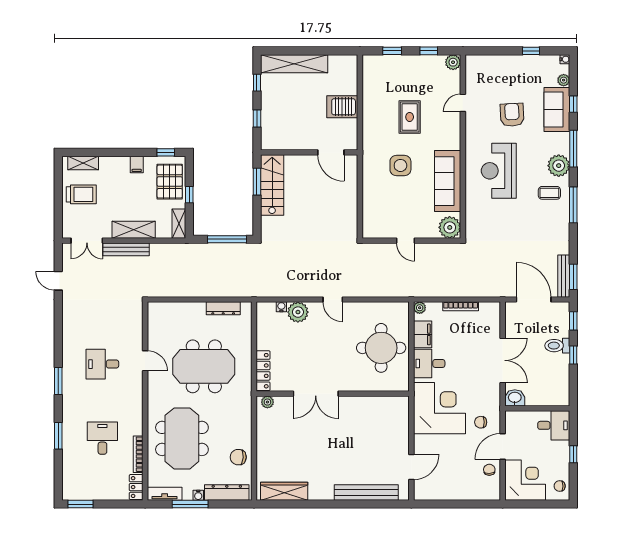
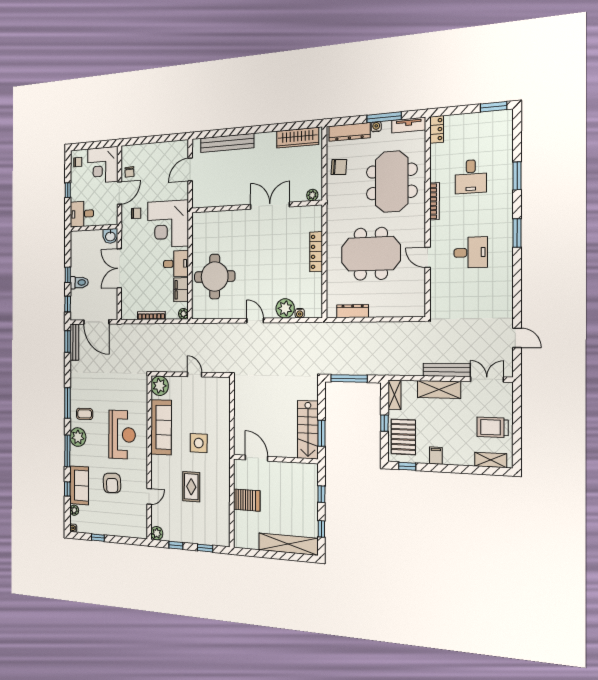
double door: (316, 394) -> (270, 206), moved
wall: (333, 394) -> (255, 207), moved
plant: (267, 402) -> (312, 195), moved
bookcase: (138, 454) -> (435, 201), moved

